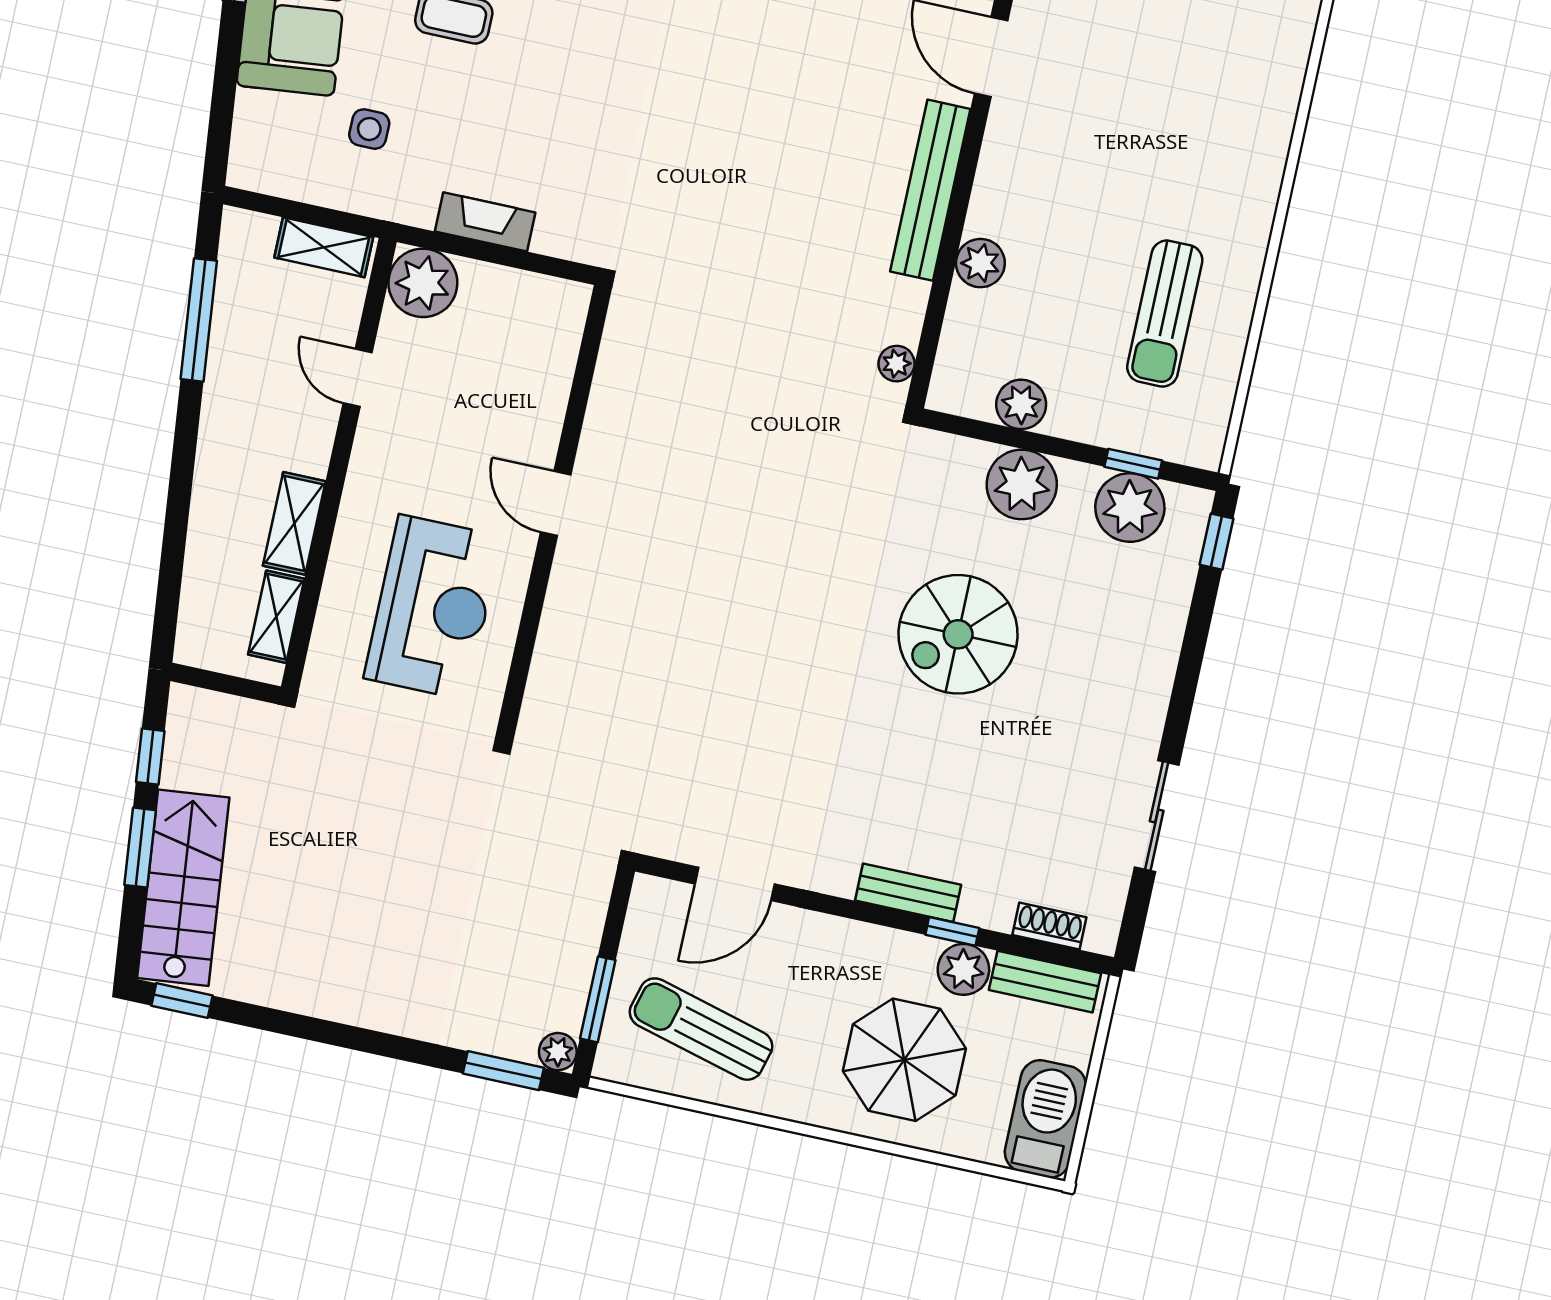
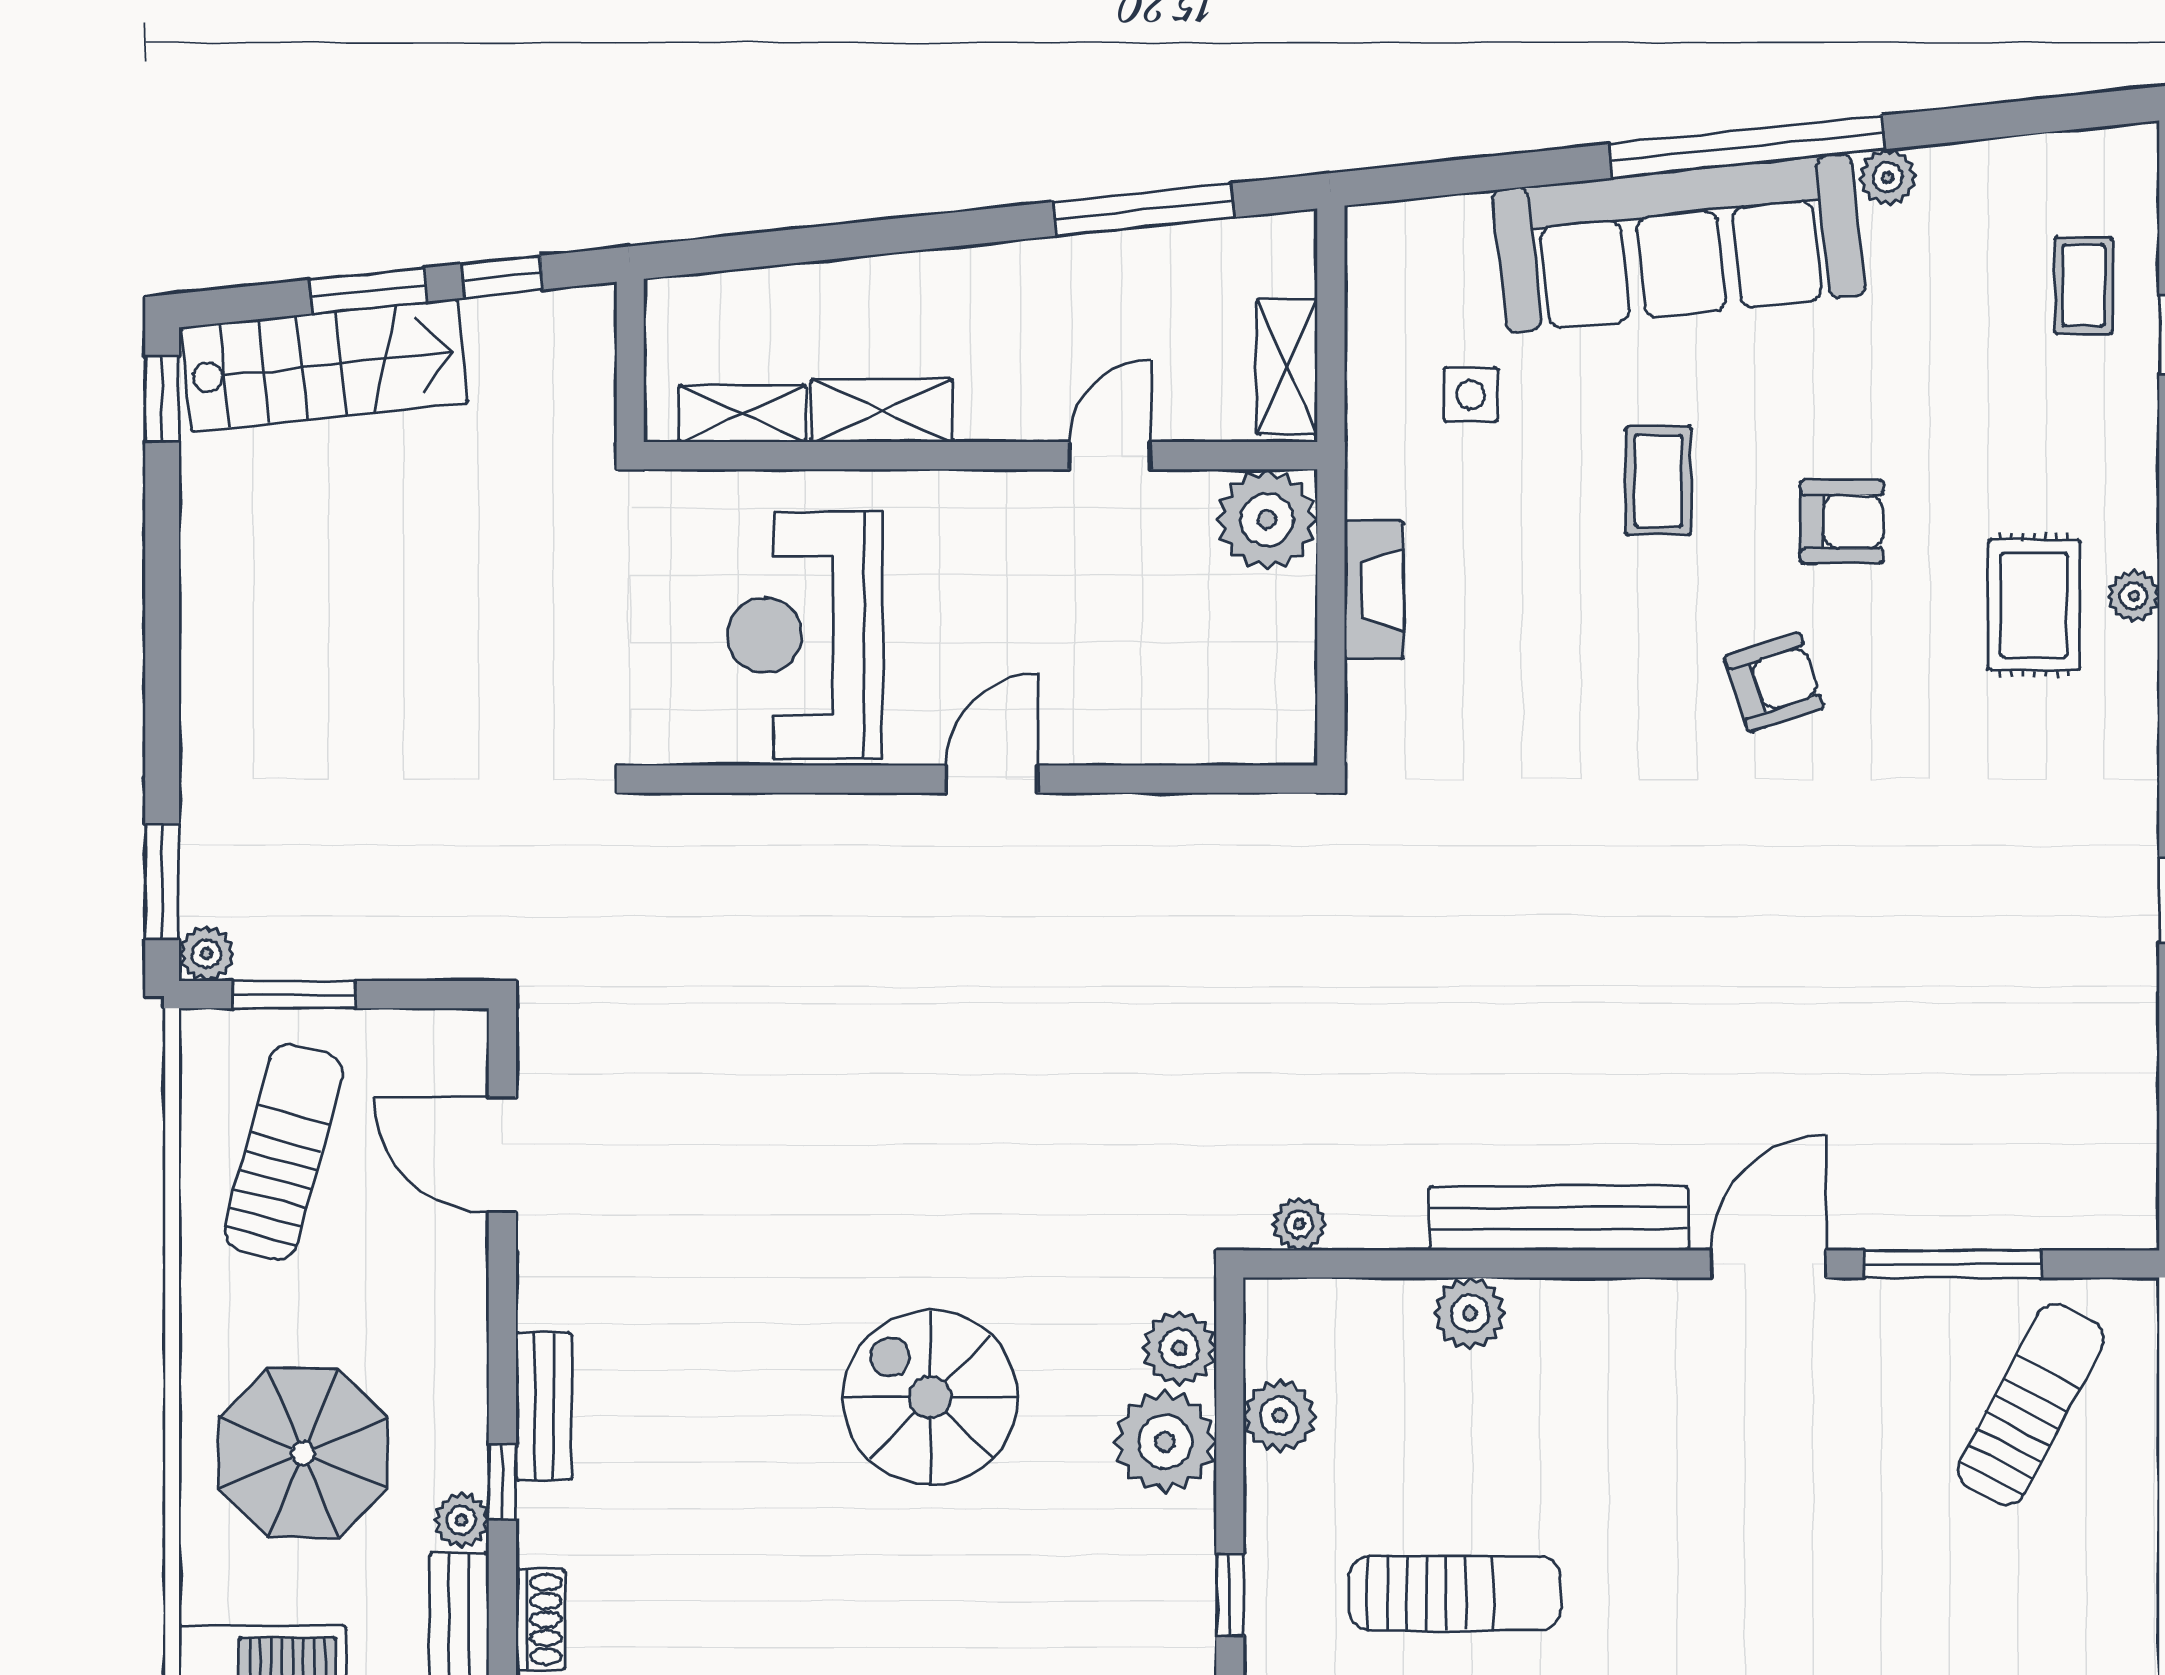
sun lounger: (1165, 314) -> (1455, 1593), turned 180
plant: (1130, 508) -> (1179, 1348), moved, width x0.73, depth x0.73
reception desk: (433, 607) -> (805, 635), turned 90
plant: (963, 969) -> (461, 1520), width x0.73, depth x0.73

